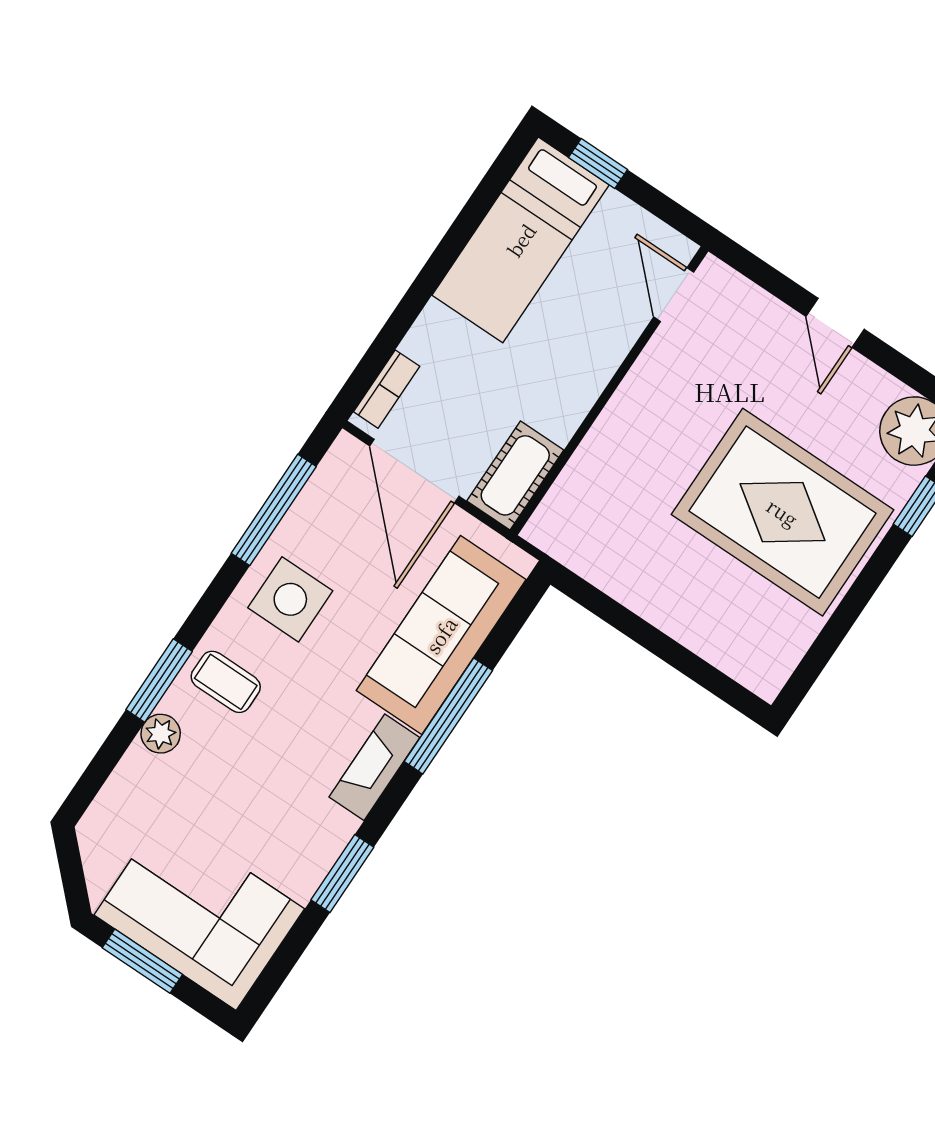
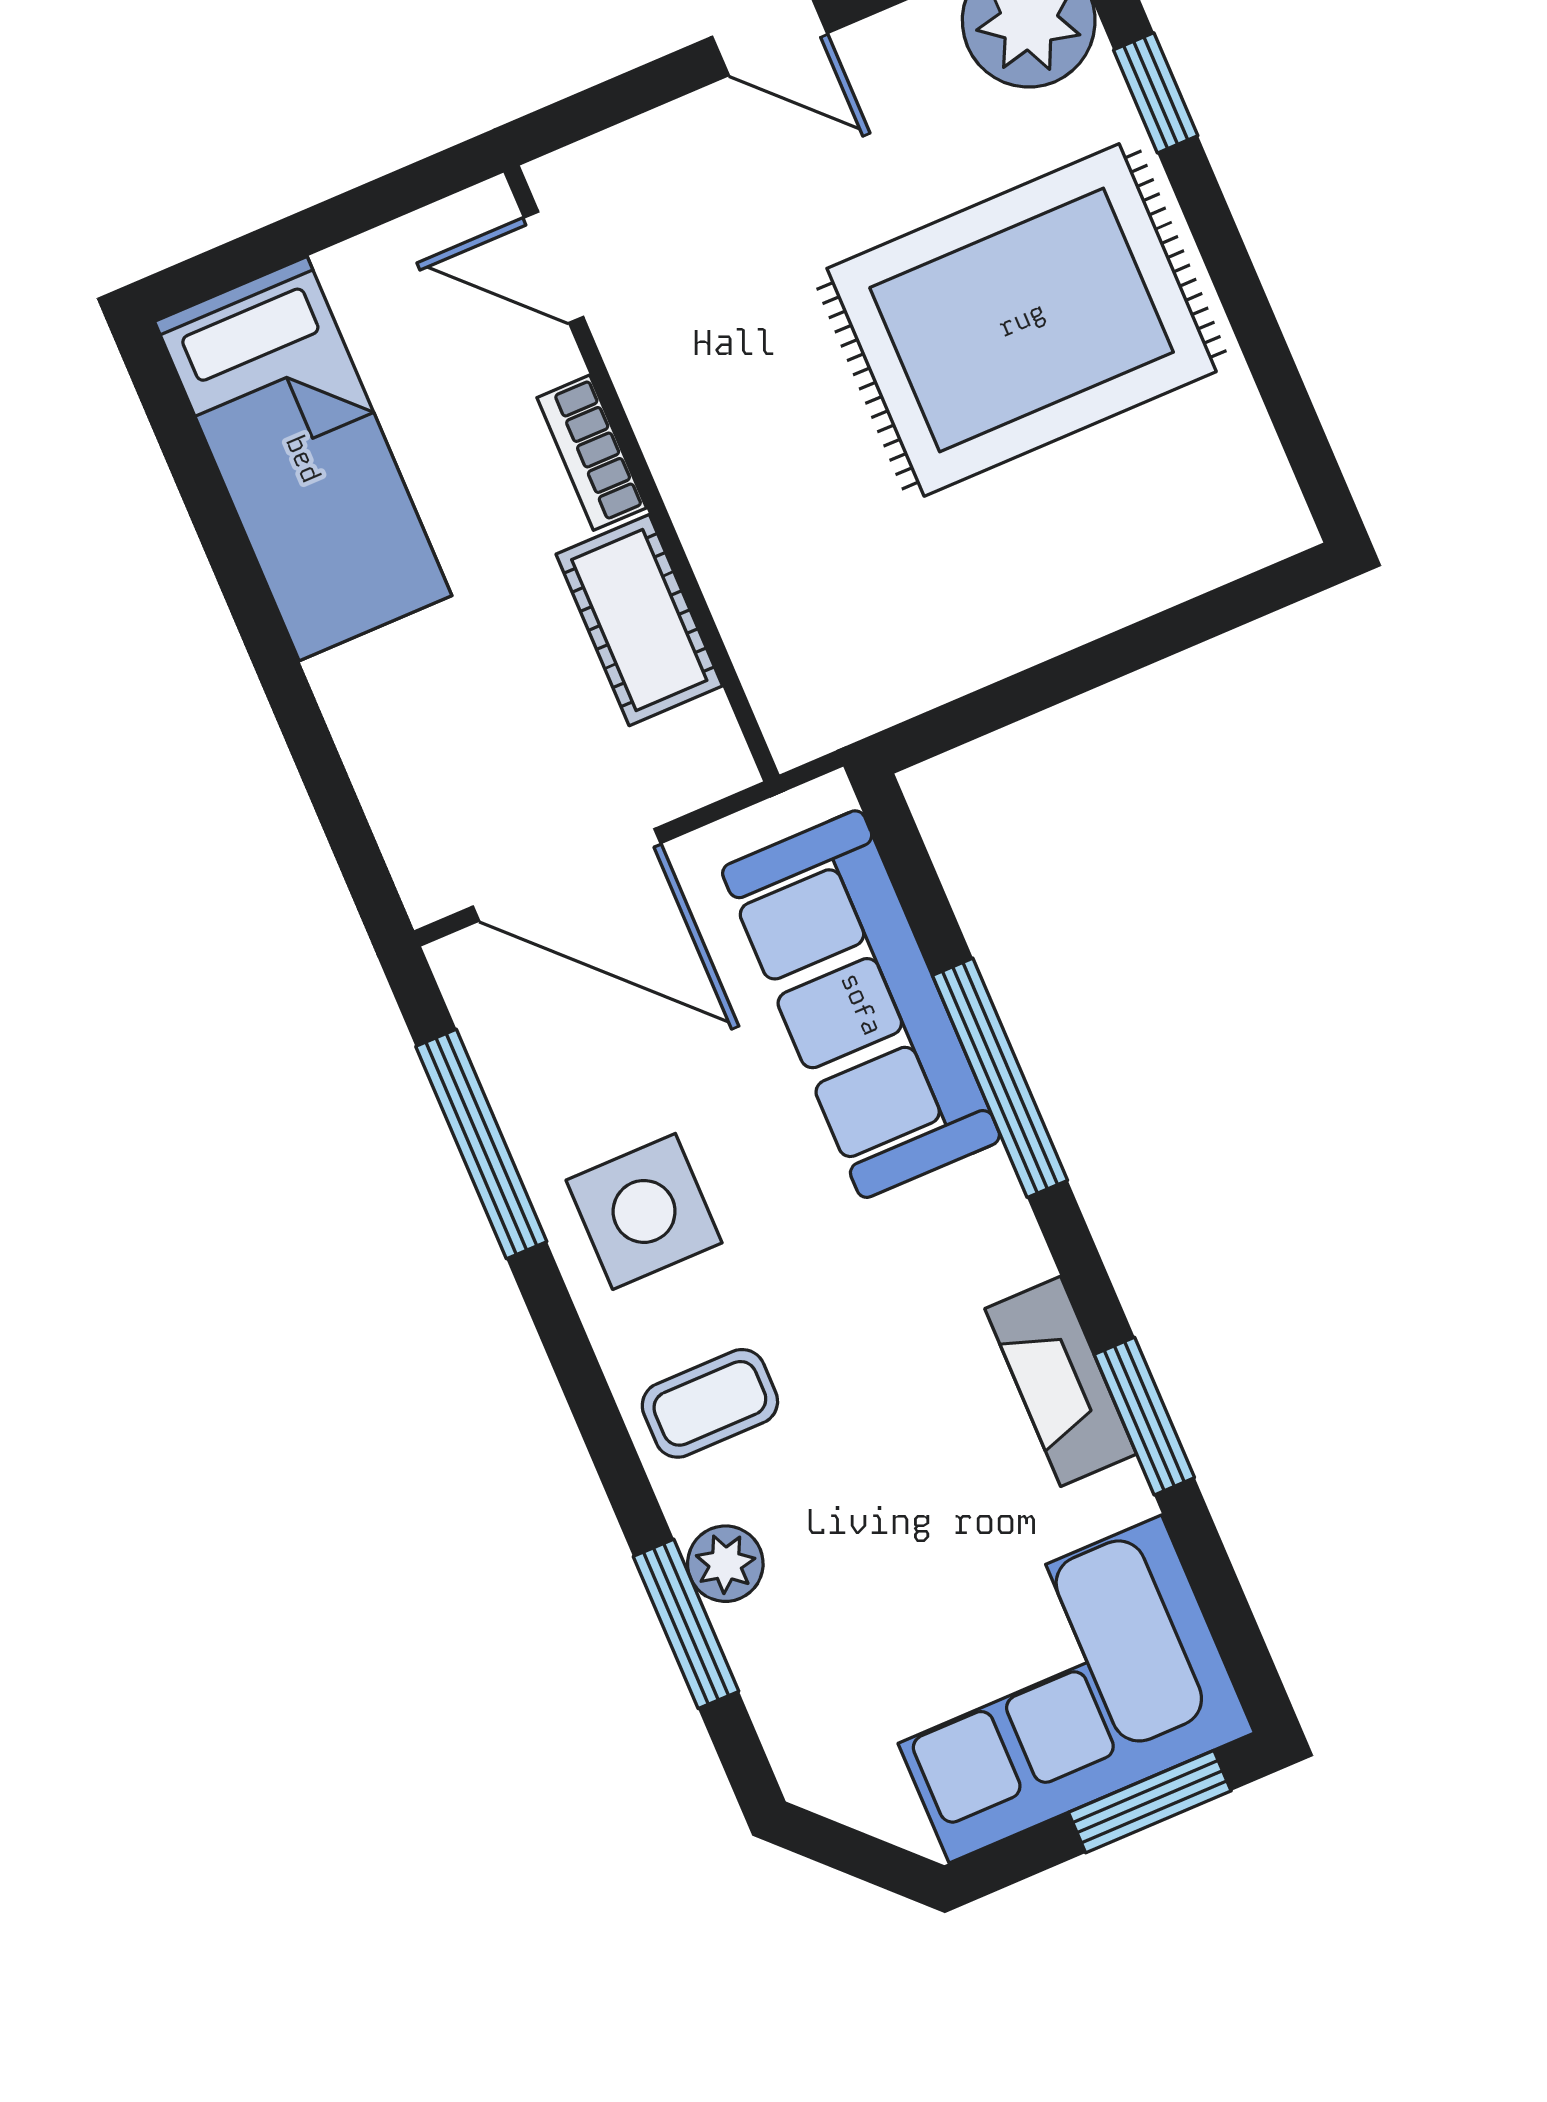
window: (598, 163) -> (261, 252), removed
bookcase: (387, 389) -> (592, 453), moved, turned 180
cot: (515, 475) -> (639, 620), moved
window: (159, 681) -> (686, 1624), moved
fireplace: (374, 767) -> (1061, 1381), moved
window: (142, 961) -> (1150, 1802), moved

